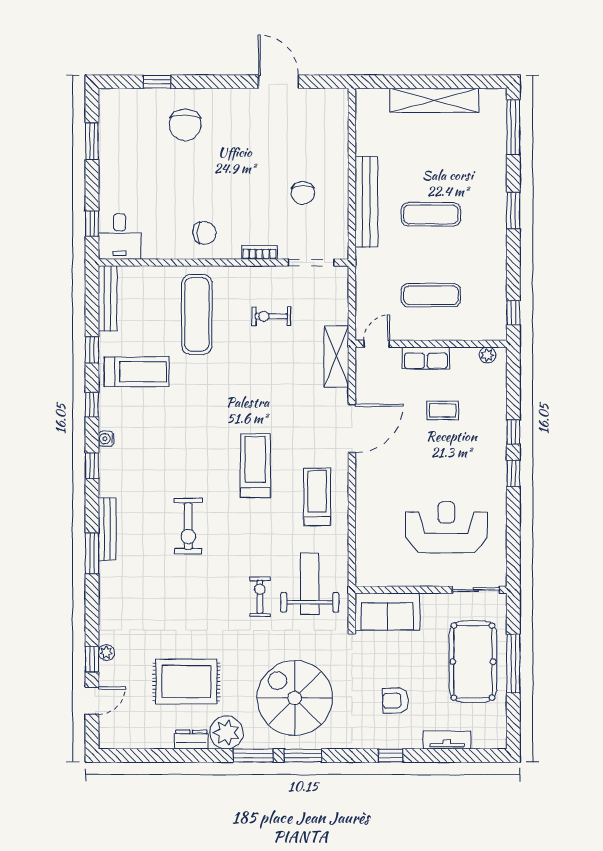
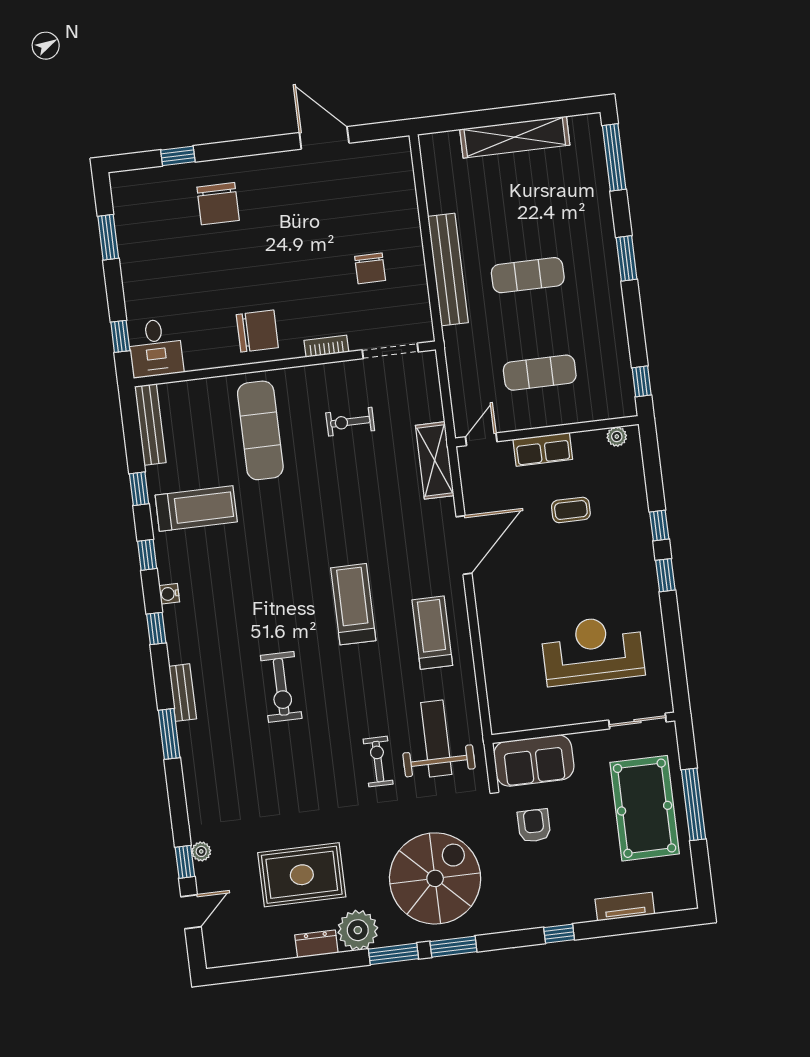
chair: (204, 233) -> (257, 331), width x1.37, depth x1.37
bench: (107, 529) -> (183, 693), width x0.73
spiral stairs: (295, 698) -> (435, 878), turned 90
armchair: (395, 701) -> (534, 826), moved, turned 92

